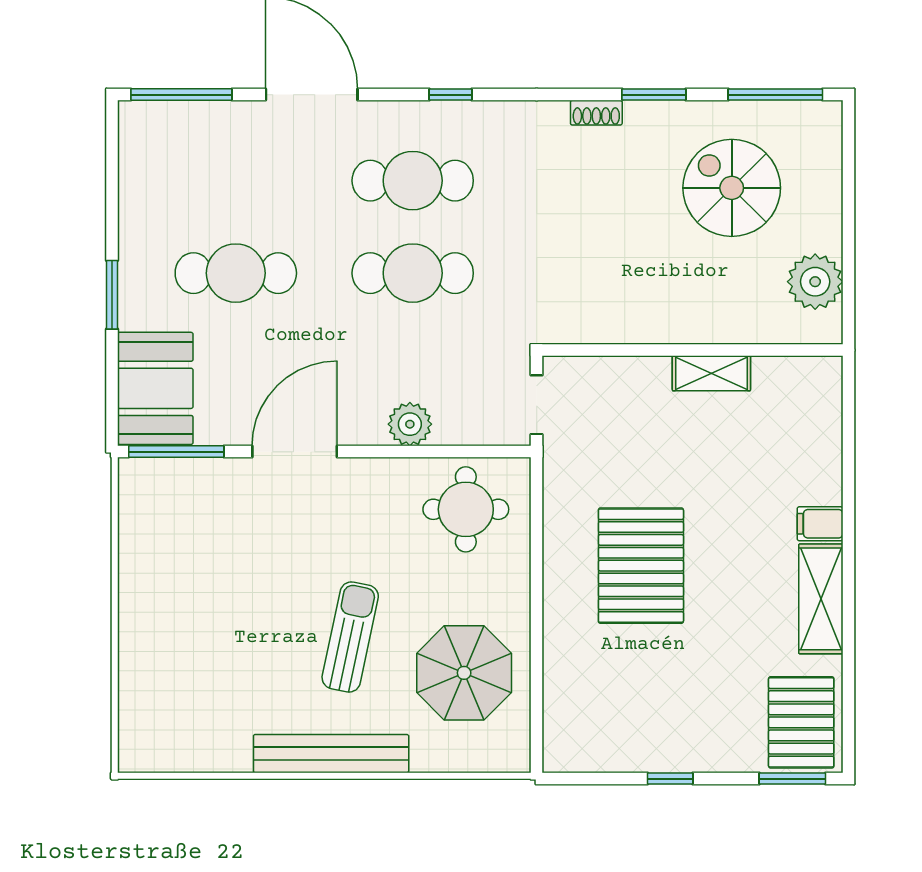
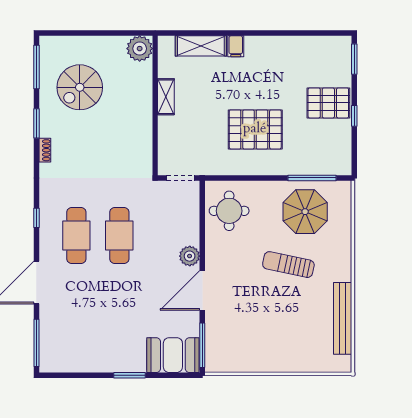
cafe table: (236, 273) -> (119, 318), removed
plant: (815, 282) -> (140, 49), moved
plant: (410, 424) -> (190, 256), moved
door: (295, 452) -> (202, 290), hinge flipped
shelving: (821, 599) -> (201, 46), moved
window: (537, 688) -> (312, 178), added
pallet: (801, 722) -> (328, 103), moved
bench: (331, 754) -> (343, 318), moved

